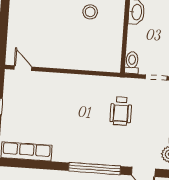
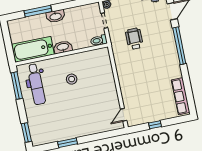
wheelchair: (121, 111) -> (134, 39), turned -90

